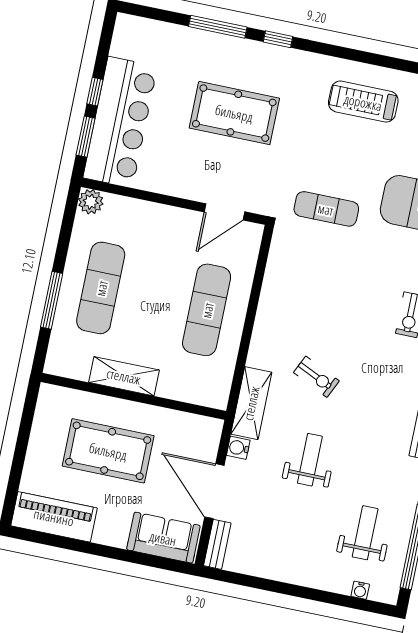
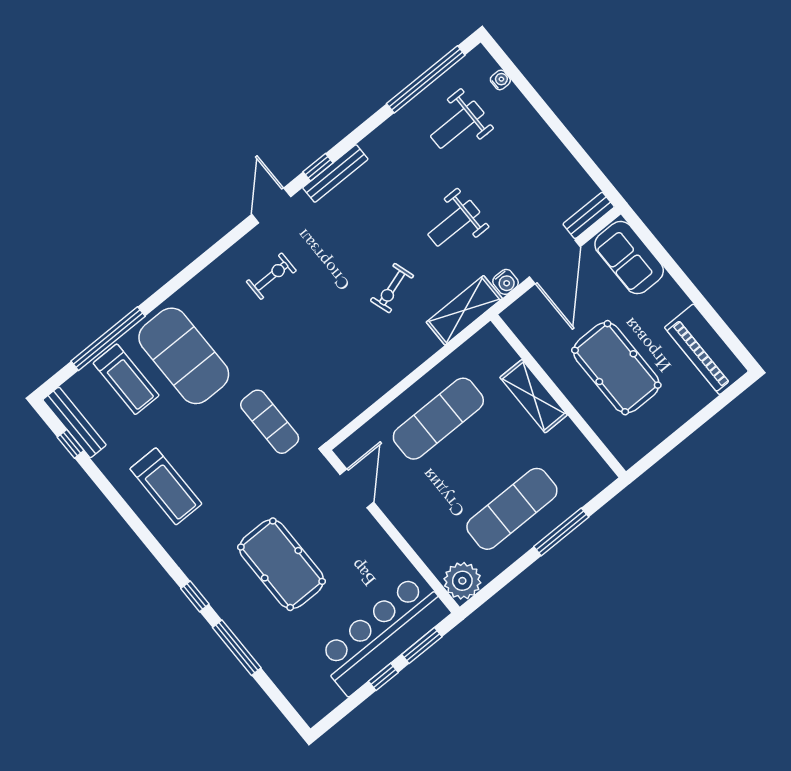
plant: (91, 202) -> (462, 581), width x1.36, depth x1.36
door: (224, 212) -> (357, 488), hinge flipped
shelving: (124, 376) -> (534, 396), moved
exercise bike: (316, 377) -> (392, 288), turned -133

